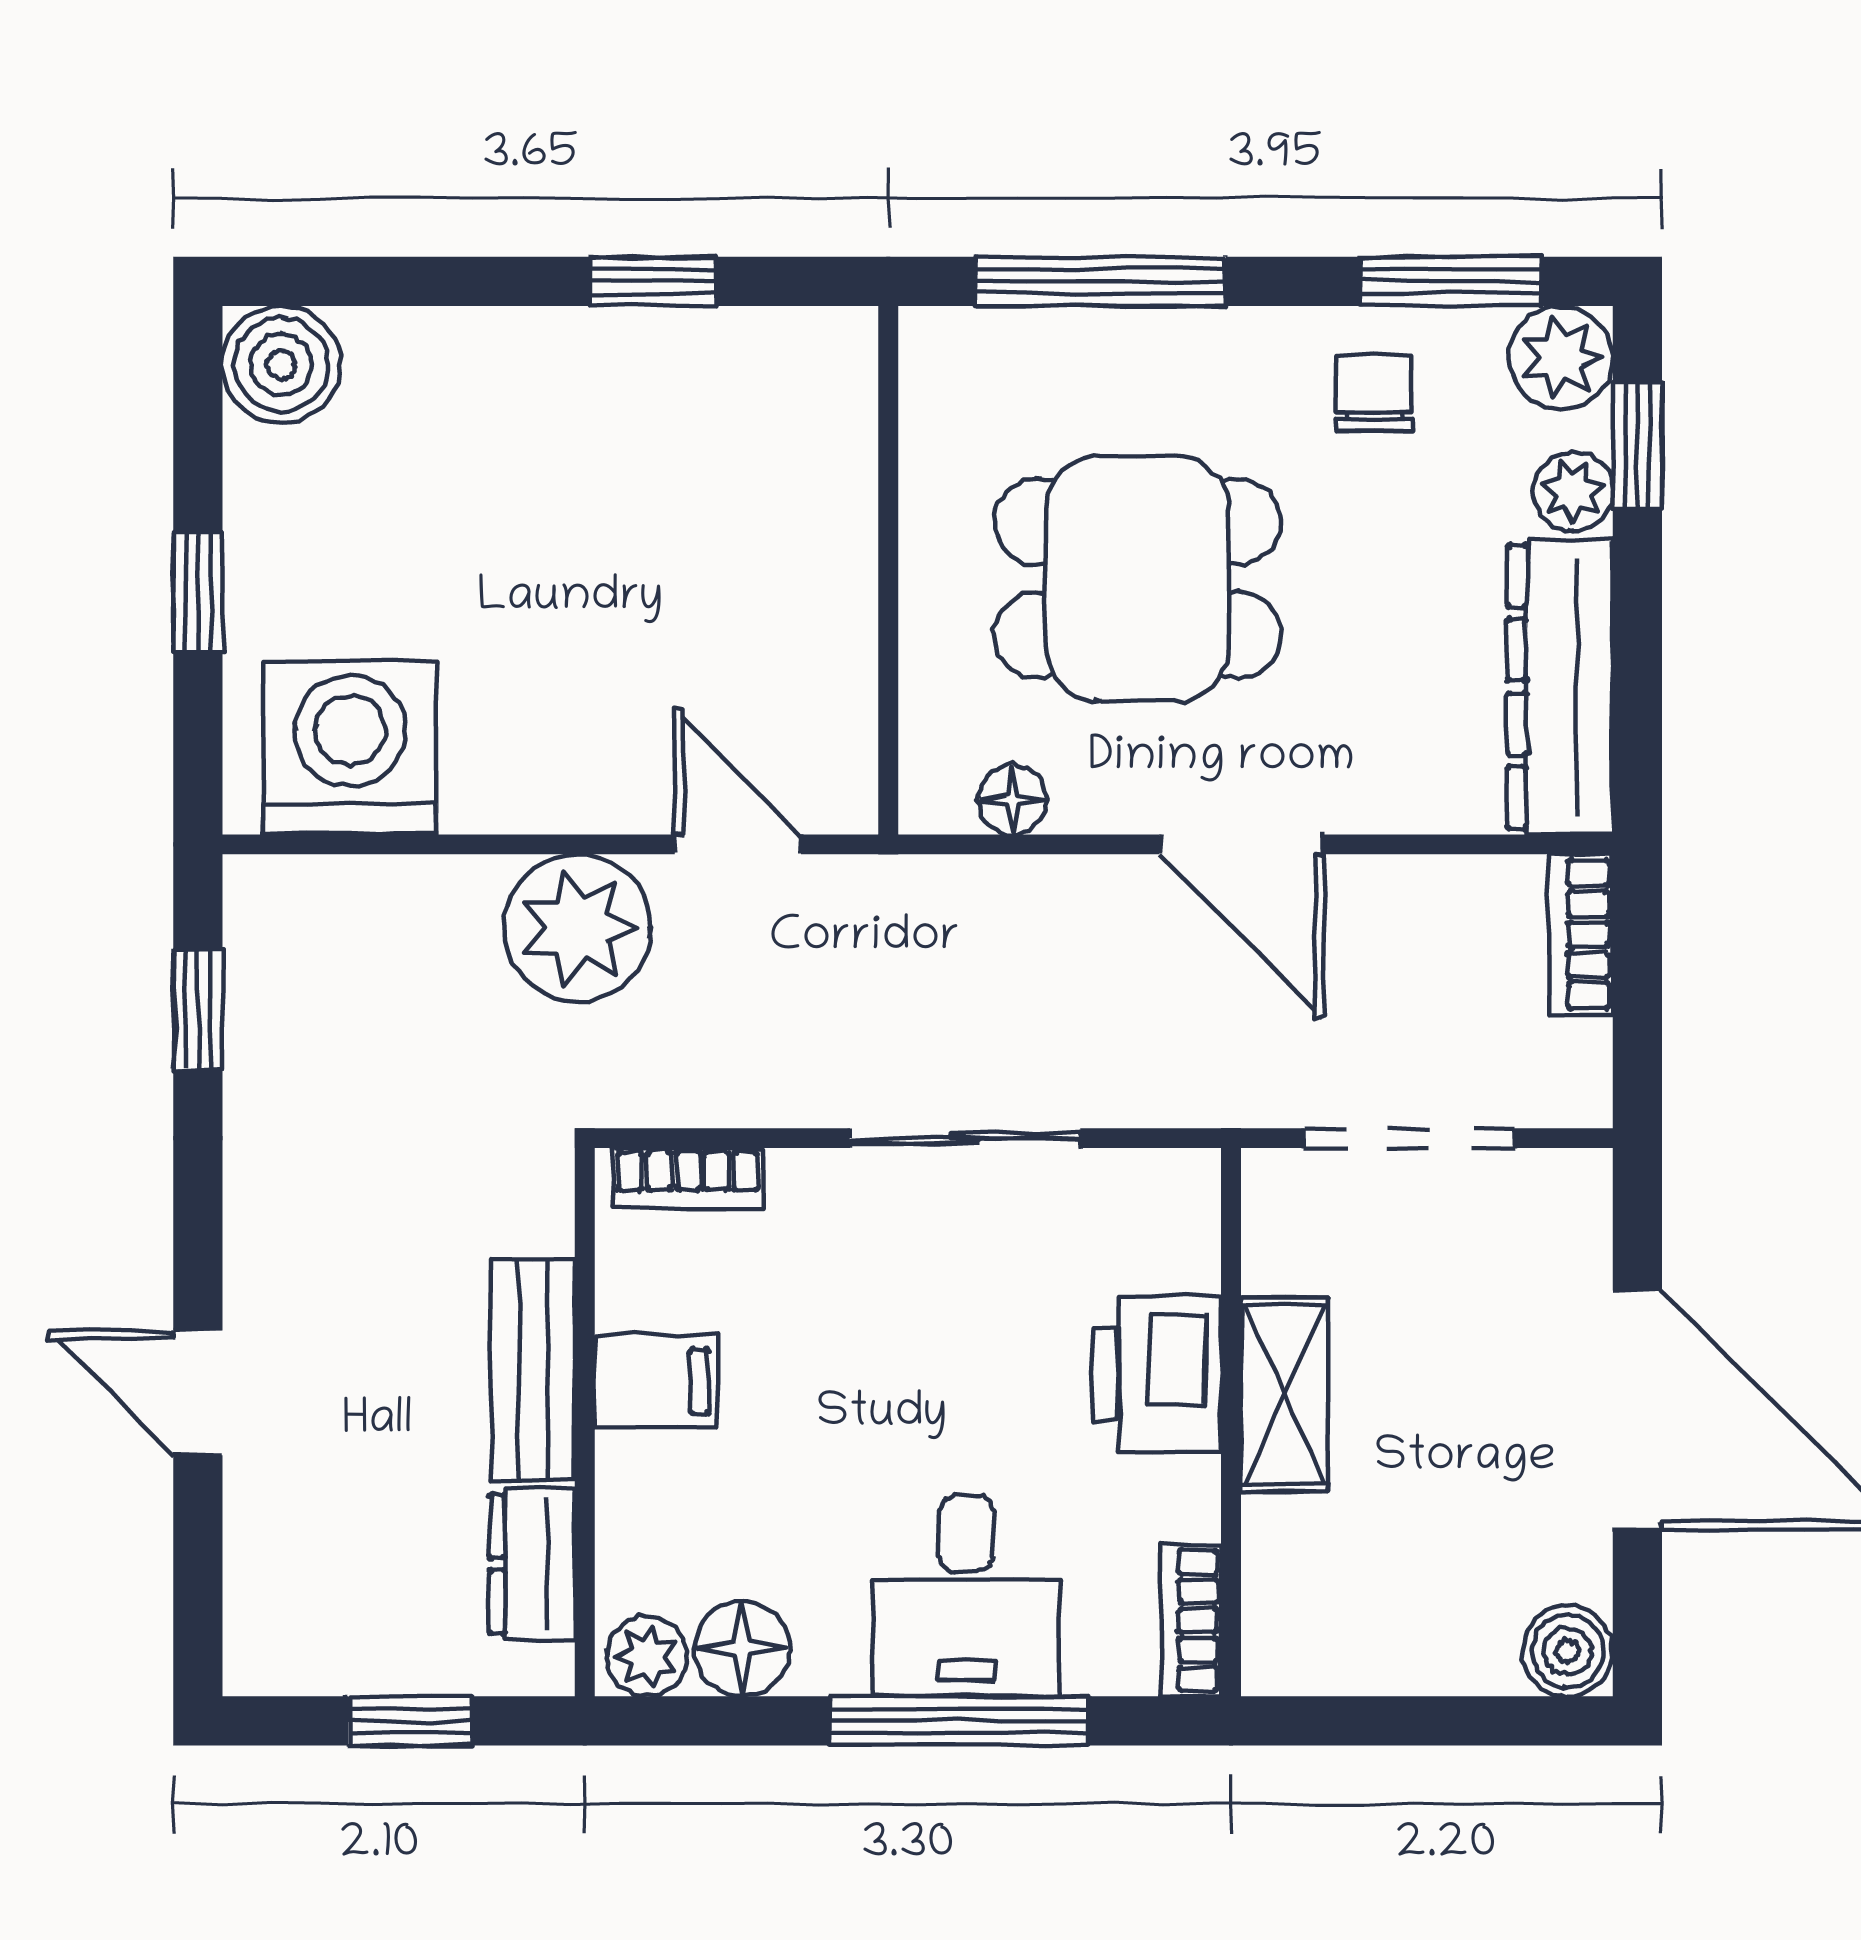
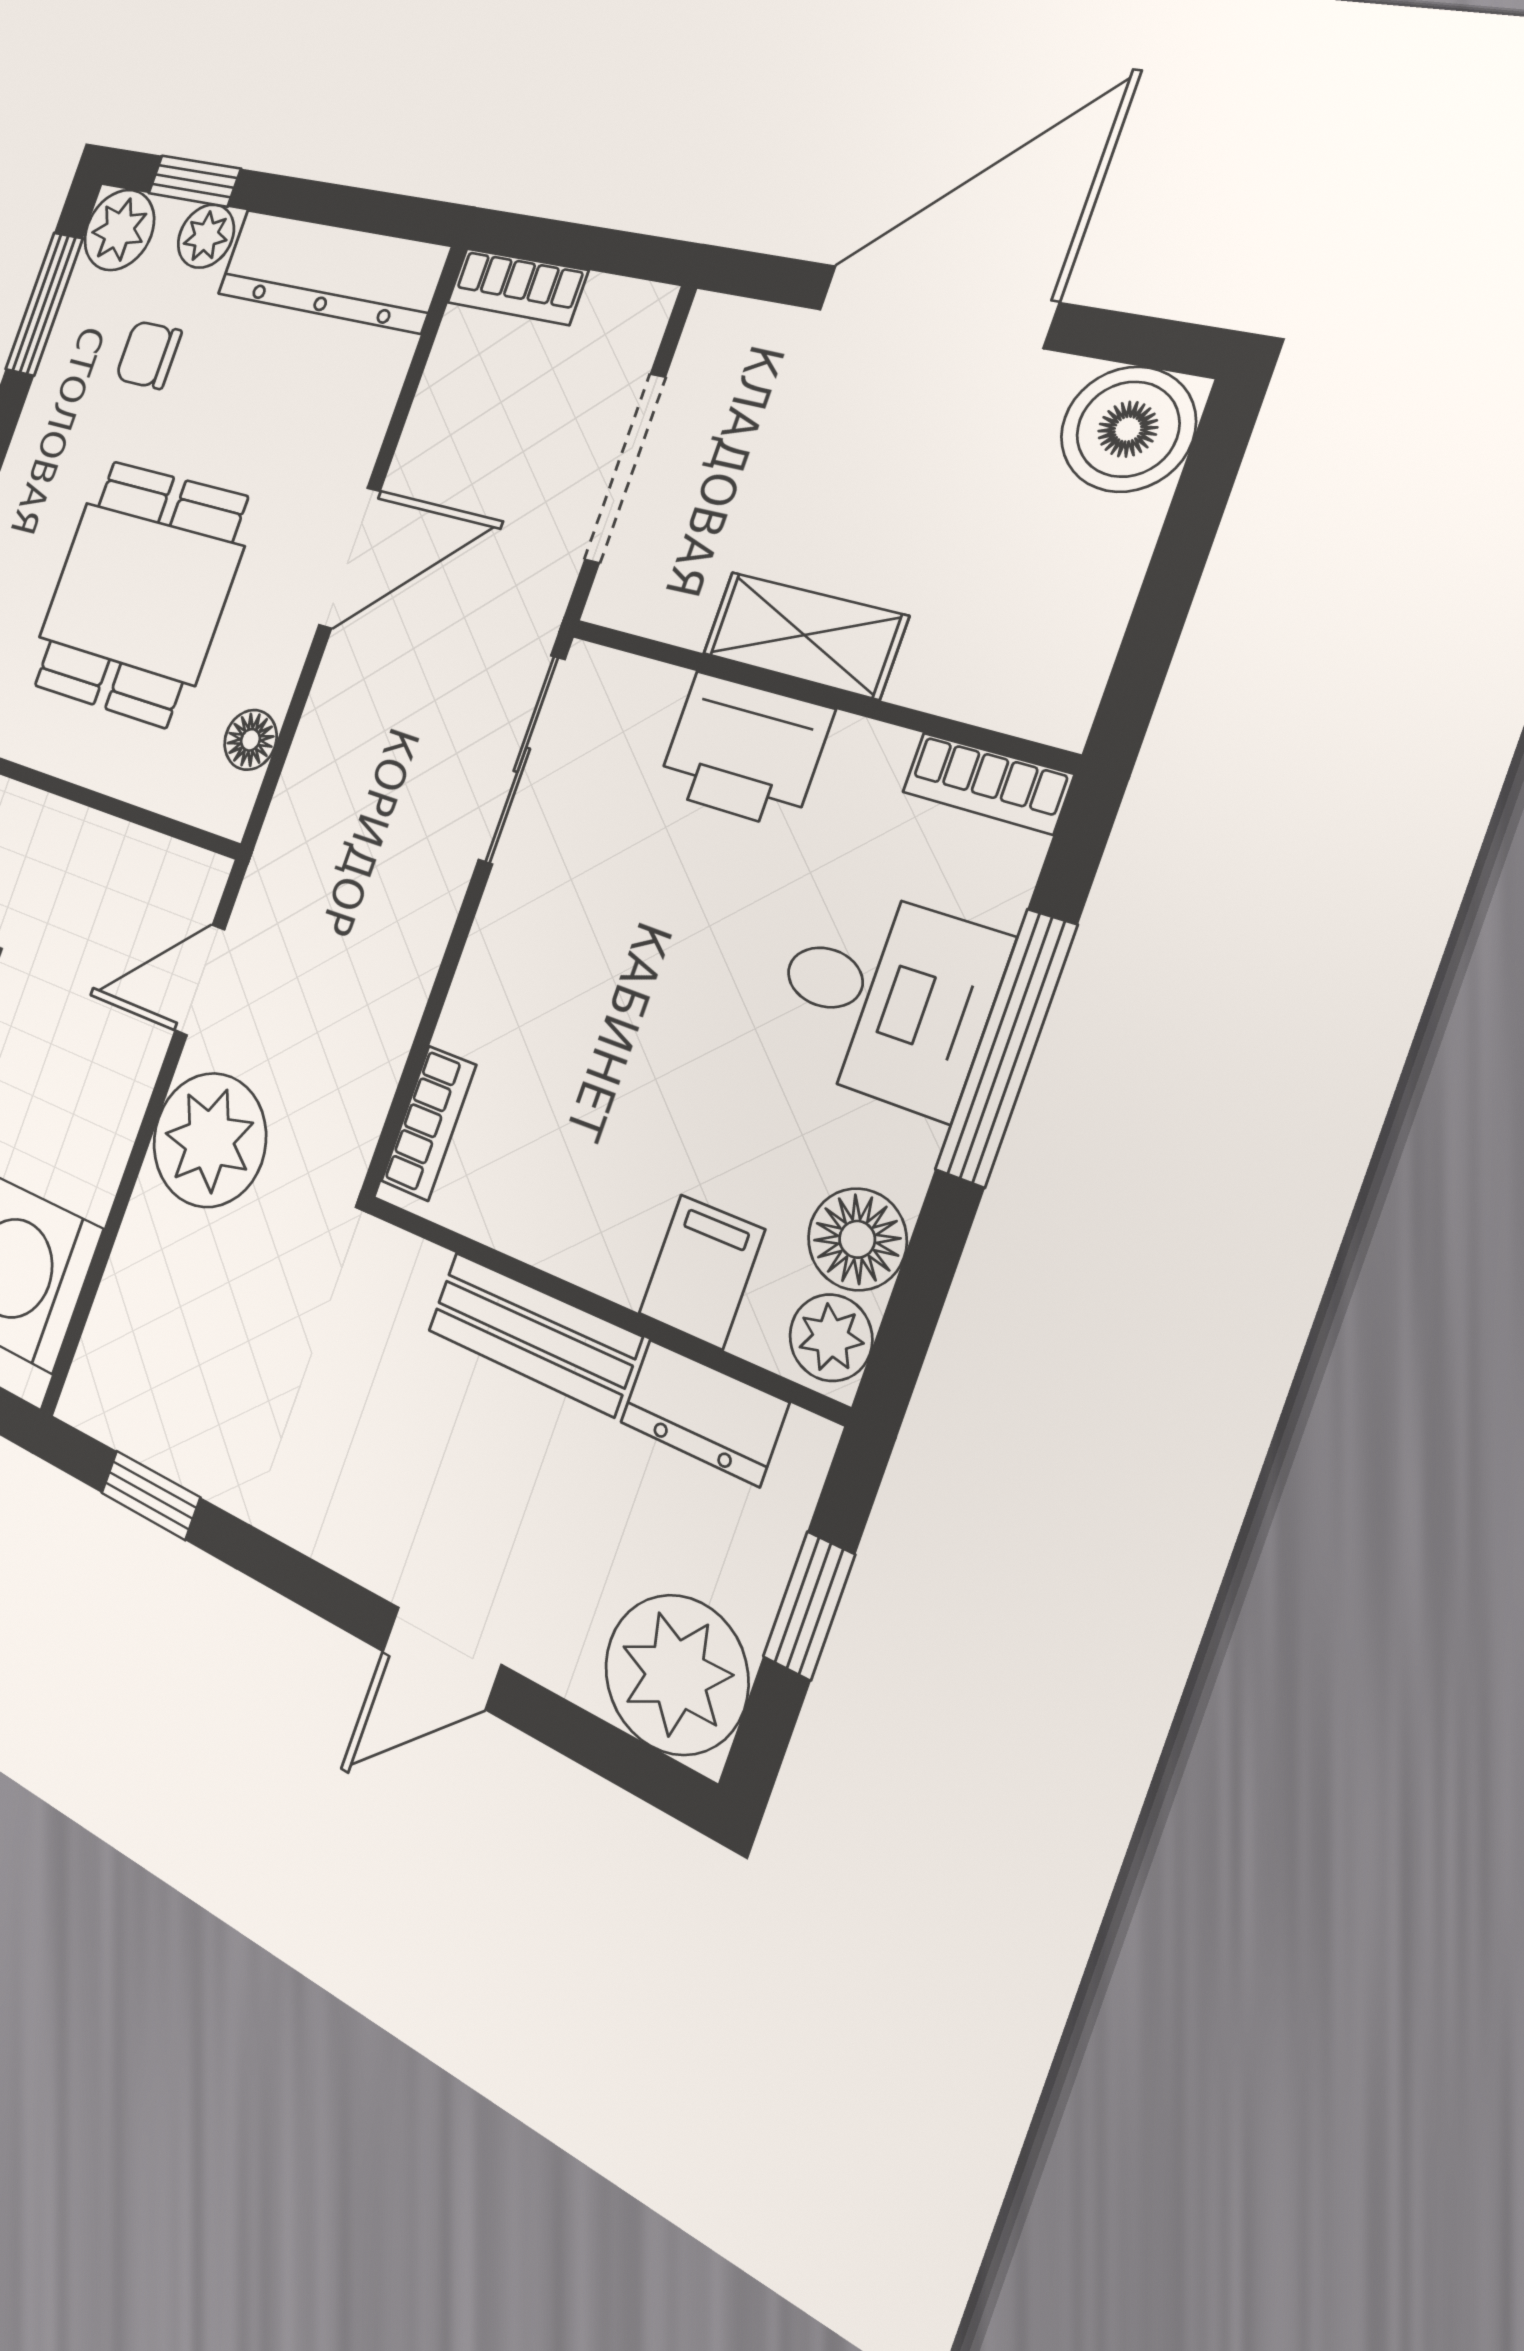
chair: (1374, 393) -> (148, 355), moved
sliding door: (965, 1138) -> (522, 760), moved
filing cabinet: (656, 1381) -> (702, 1272), moved
plant: (295, 1624) -> (676, 1674), added
boiler: (1568, 1651) -> (1128, 429), width x1.36, depth x1.36

